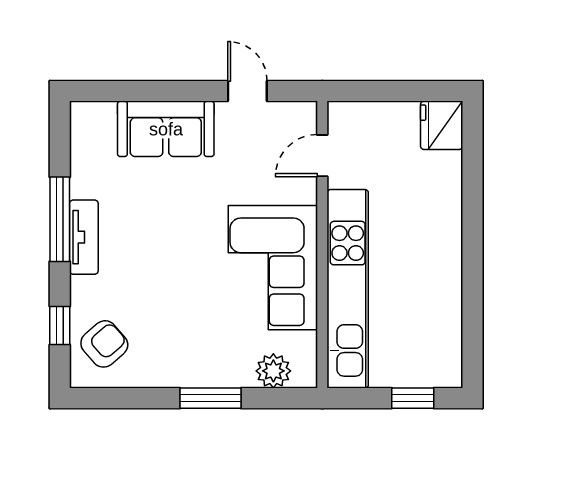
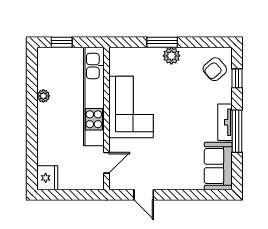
sofa: (166, 129) -> (218, 166), moved, turned -90
plant: (449, 290) -> (43, 96), added
plant: (273, 371) -> (171, 56), moved

